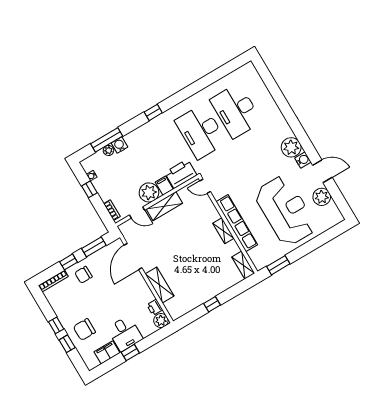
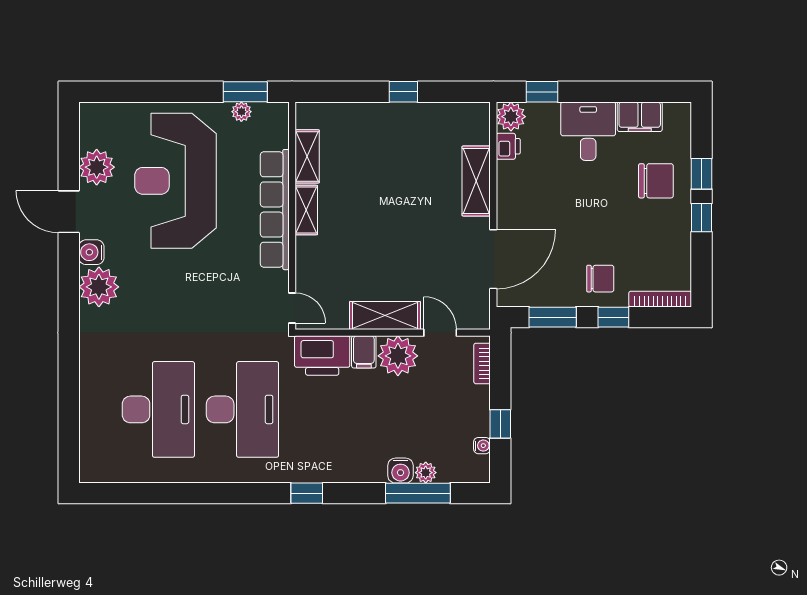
plant: (275, 256) -> (241, 112), added
shelving: (243, 265) -> (307, 156), moved
window: (130, 353) -> (542, 92), moved

